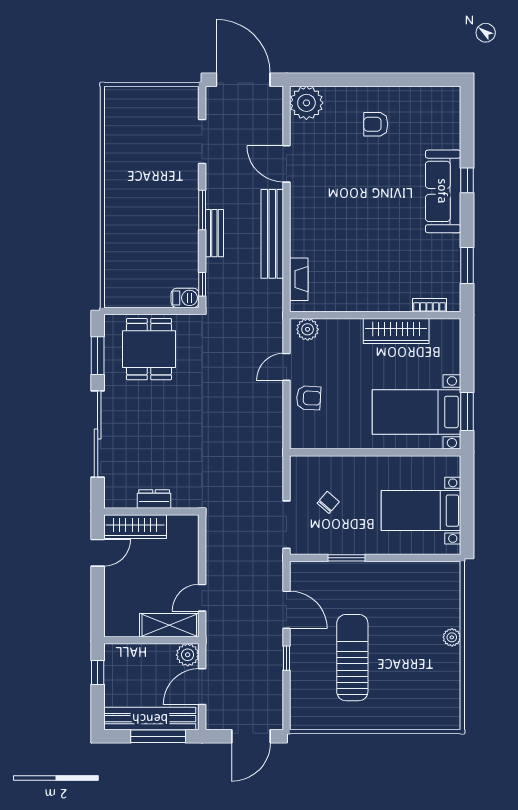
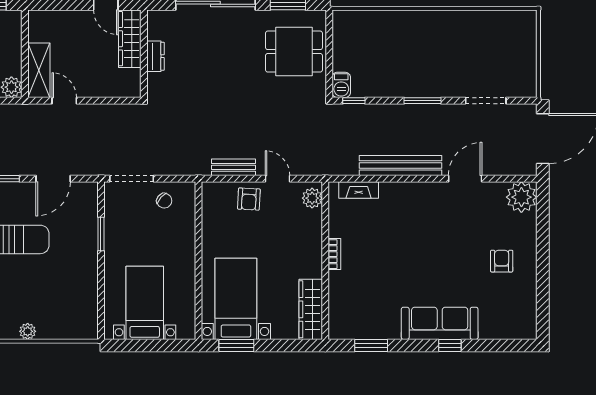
bench: (214, 233) -> (234, 167), moved
bookcase: (430, 305) -> (334, 254), moved
wardrobe: (396, 331) -> (311, 309), moved
chair: (328, 502) -> (164, 201), moved

